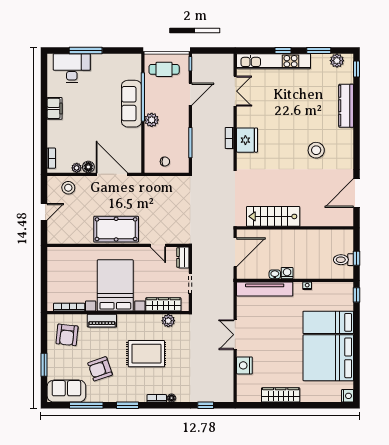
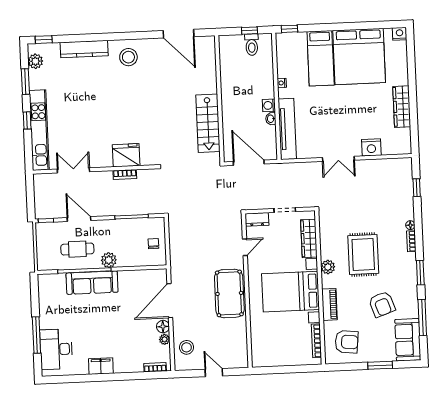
cafe table: (164, 69) -> (77, 249), moved, turned 90
stool: (316, 150) -> (128, 57), moved
plant: (168, 321) -> (328, 267), moved

